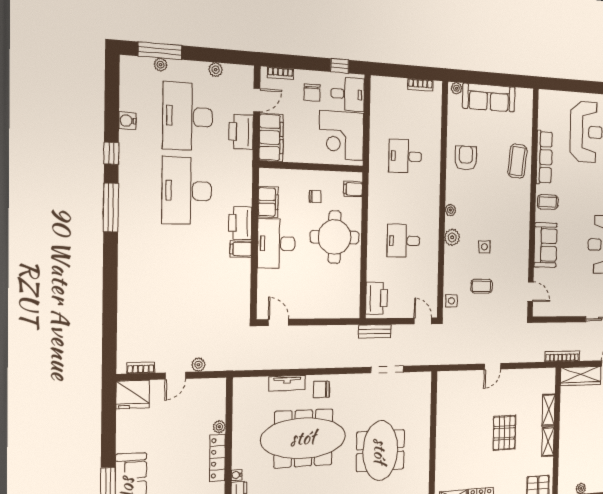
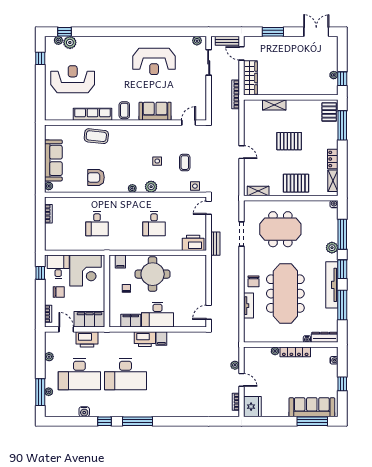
shelving: (548, 442) -> (258, 191), moved
pallet: (452, 445) -> (296, 183), added
meeting table: (380, 451) -> (280, 229), moved

